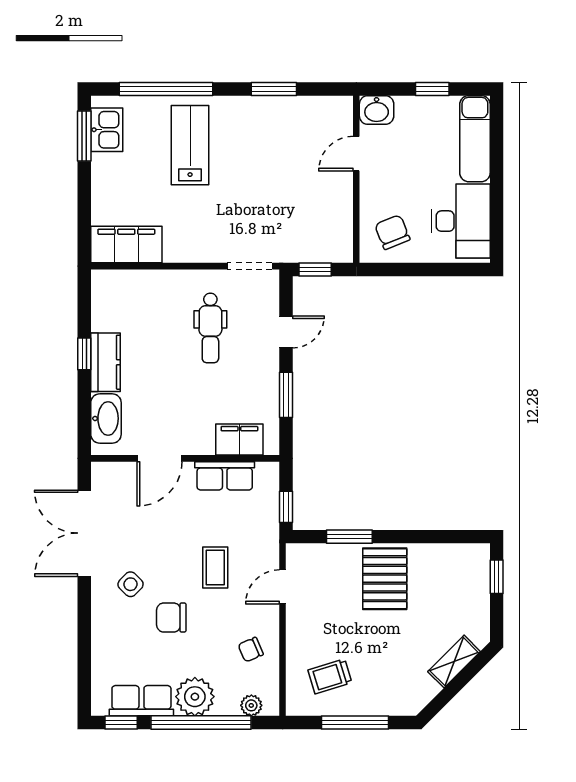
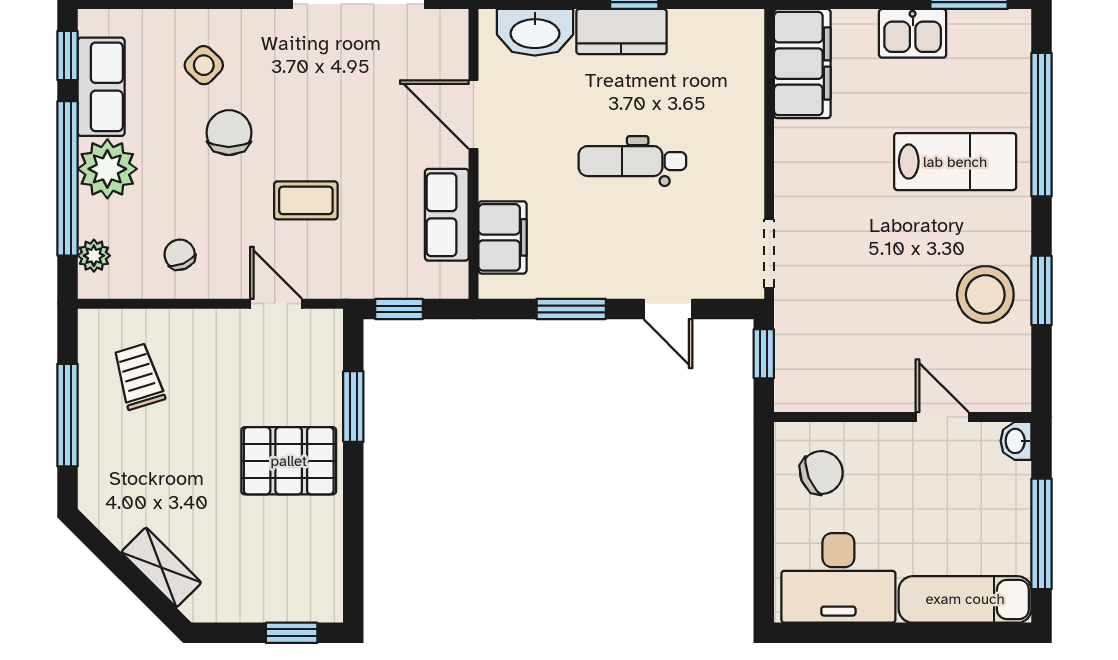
window: (432, 89) -> (1042, 534), width x2.17
washbasin: (377, 110) -> (1016, 441), width x0.72, depth x0.69
stool: (277, 126) -> (985, 295), added
kitchen sink: (107, 130) -> (913, 33), moved
dental chair: (210, 328) -> (632, 161), moved
side table: (131, 584) -> (204, 65), moved

